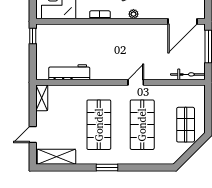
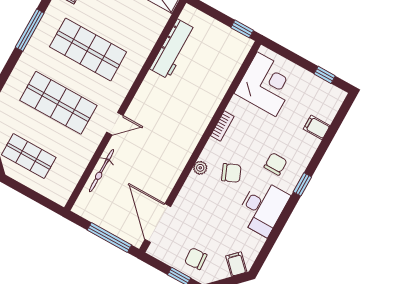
bicycle: (188, 74) -> (102, 171), moved
door: (136, 82) -> (115, 124), hinge flipped
window: (107, 168) -> (30, 30), width x1.44

